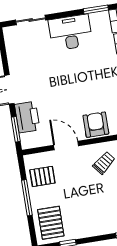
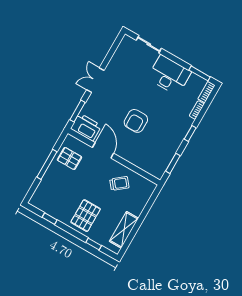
printer: (27, 117) -> (86, 127), moved, turned -90
armchair: (96, 125) -> (136, 121), moved, turned 180
pallet: (51, 223) -> (86, 216), moved

